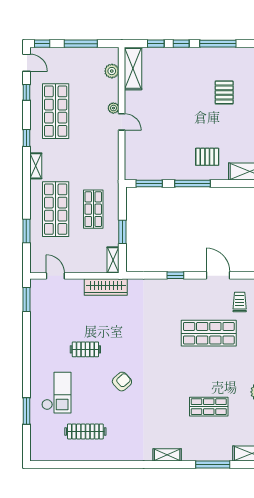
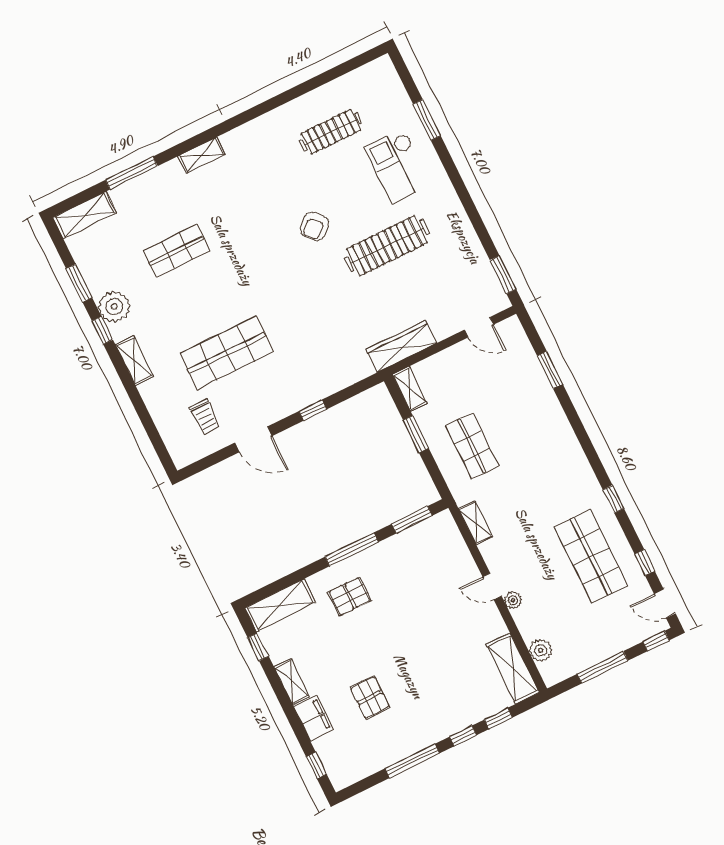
shelving: (36, 166) -> (475, 523), moved
shop shelf: (56, 209) -> (524, 420), removed
clothes rail: (85, 349) -> (387, 246), width x1.86, depth x1.31

